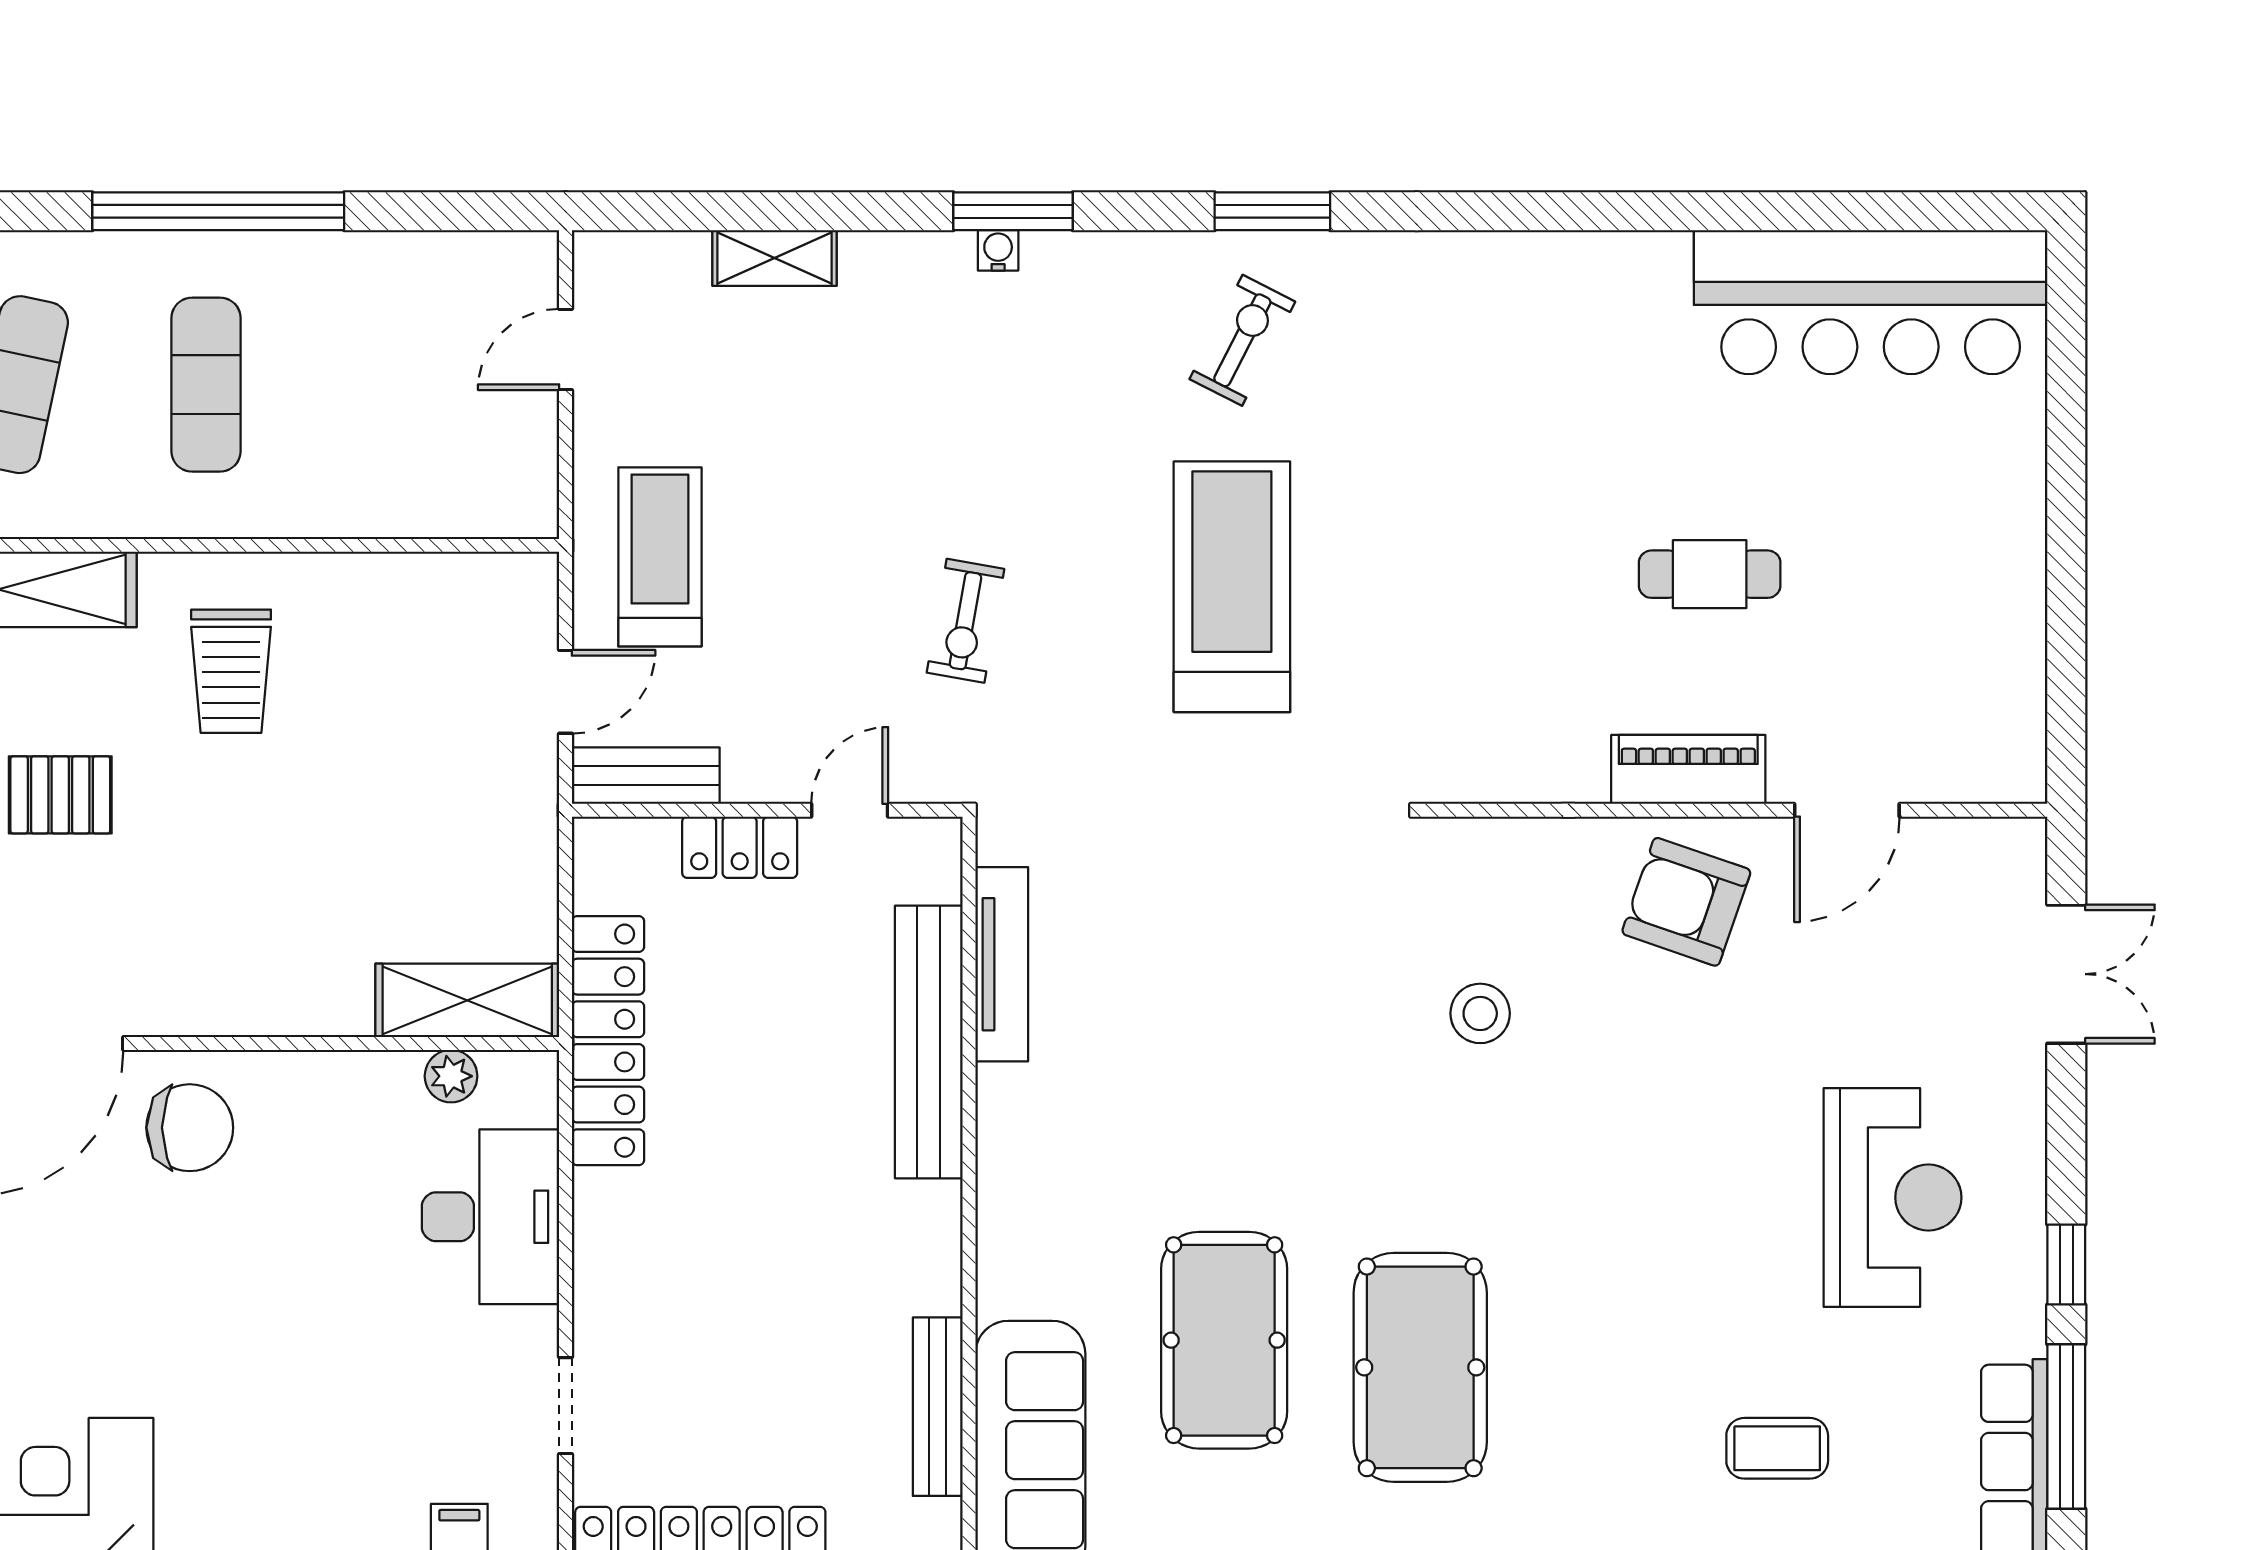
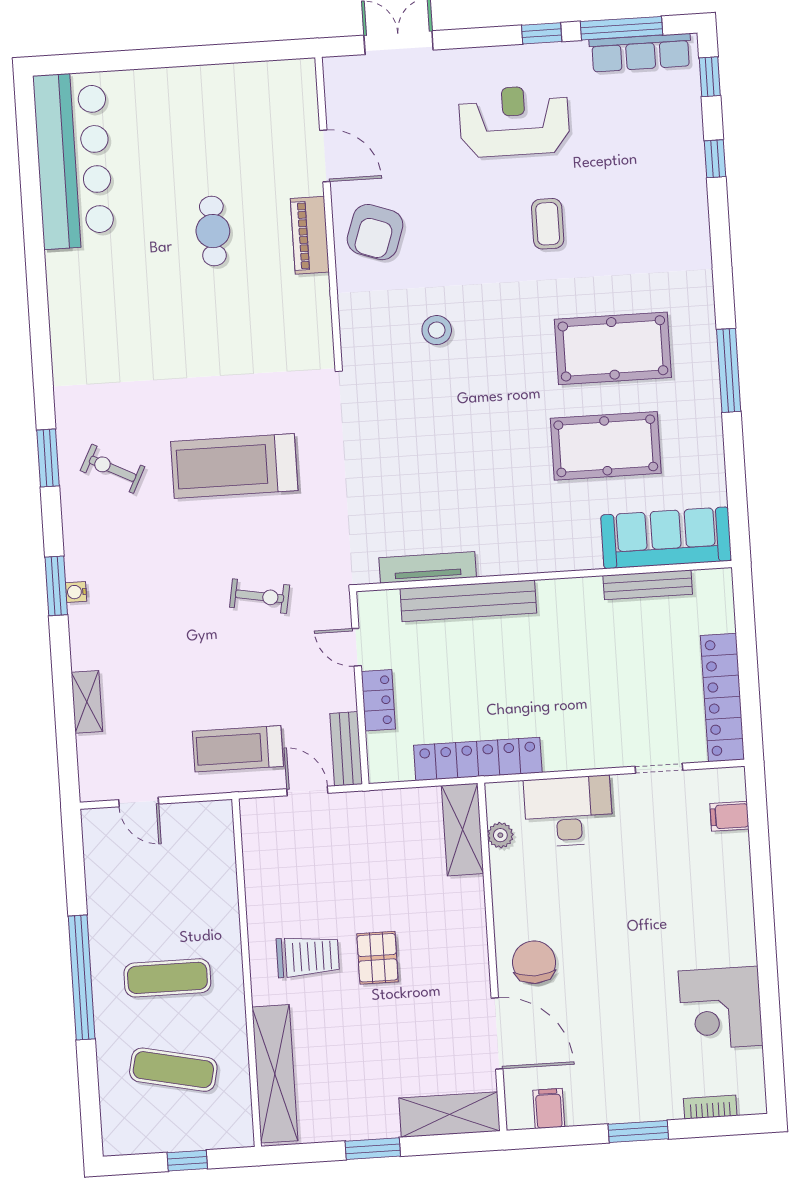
pallet: (60, 795) -> (377, 958), moved
coffee table: (1777, 1448) -> (548, 224), moved

